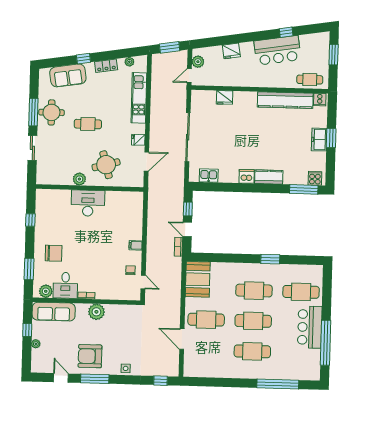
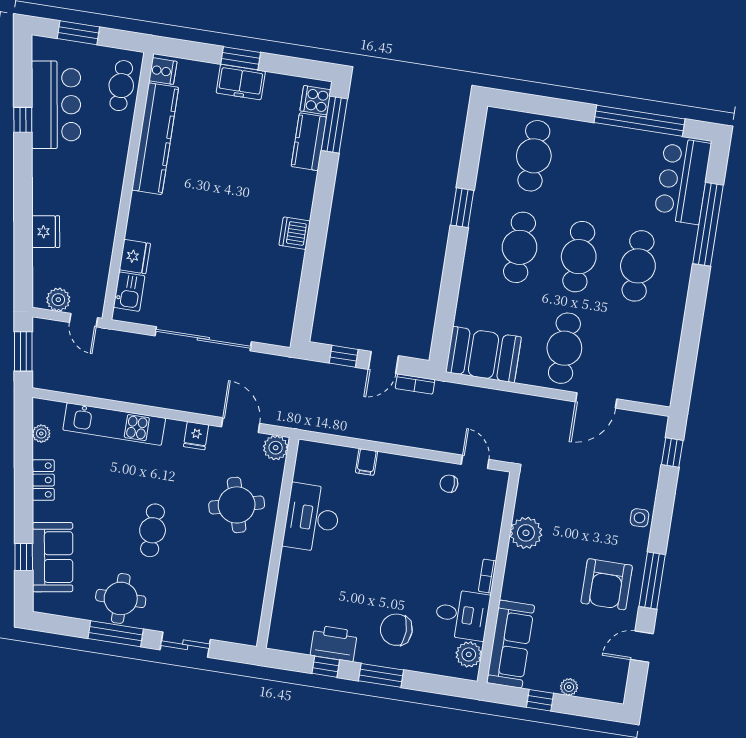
bar counter: (277, 50) -> (56, 105), moved
window: (83, 59) -> (24, 557), moved
kitchen sink: (209, 176) -> (129, 292), moved, turned 180
kitchen counter: (269, 177) -> (309, 142), moved
plant: (79, 179) -> (276, 448), moved
desk: (88, 203) -> (312, 518), moved
printer: (43, 223) -> (334, 643), added
filing cabinet: (136, 245) -> (366, 462), moved
chair: (54, 253) -> (396, 630), turned -90
window: (29, 269) -> (381, 675), moved
door: (143, 282) -> (475, 462), hinge flipped
plant: (96, 312) -> (526, 533), moved
bar counter: (310, 327) -> (683, 181), moved, turned 90

